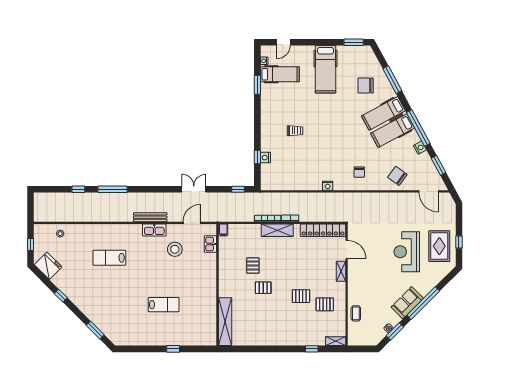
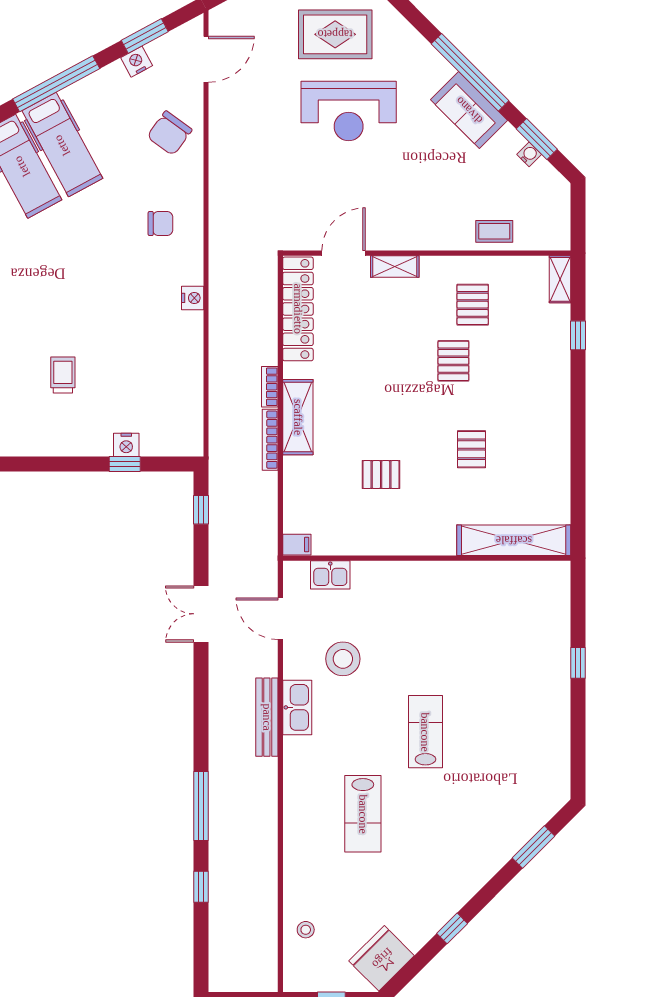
nightstand: (420, 148) -> (137, 62), moved
pallet: (263, 288) -> (471, 449), moved
lab bench: (164, 305) -> (425, 732), moved

